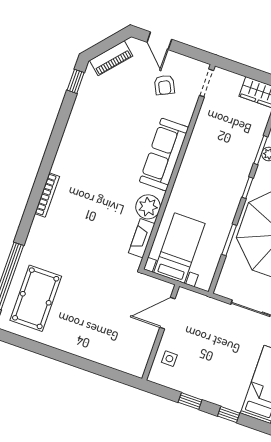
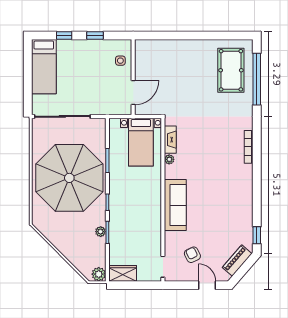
plant: (148, 207) -> (169, 159), width x0.53, depth x0.53

